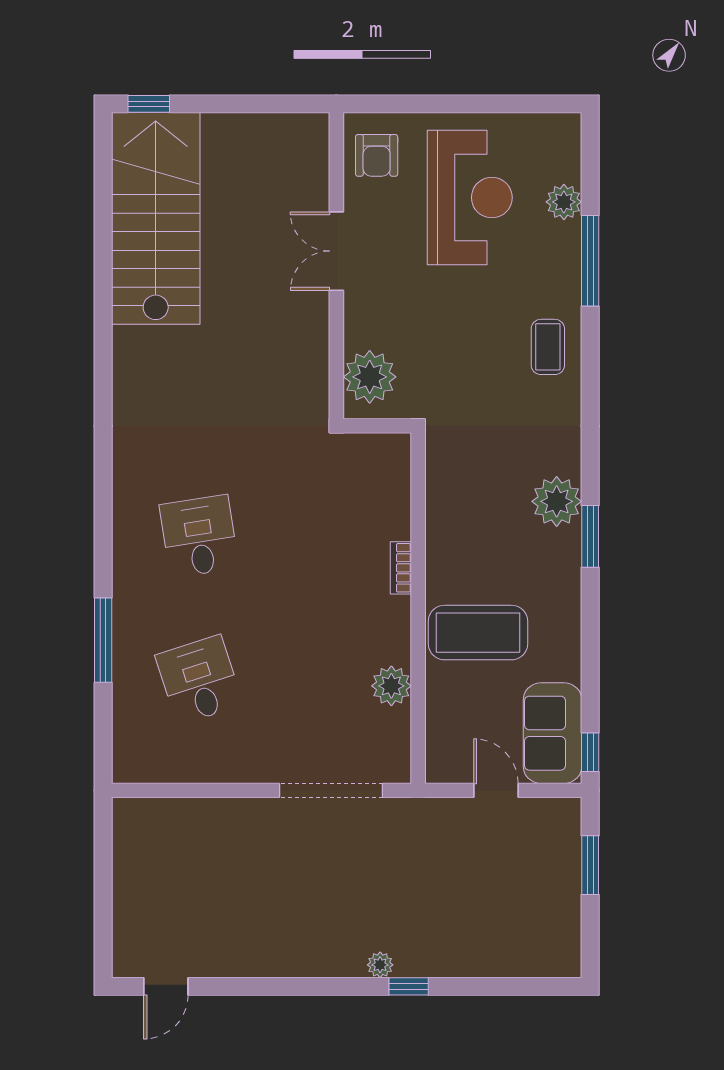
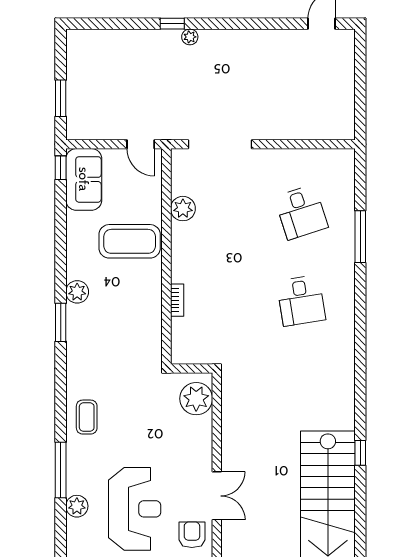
reception desk: (470, 198) -> (135, 509), turned 180
double door: (336, 251) -> (217, 496), moved
window: (103, 289) -> (360, 453), added
plant: (557, 501) -> (77, 292), moved, width x0.73, depth x0.73
window: (590, 536) -> (61, 322), moved
bookcase: (401, 568) -> (177, 300), moved
door: (496, 790) -> (141, 144), moved

